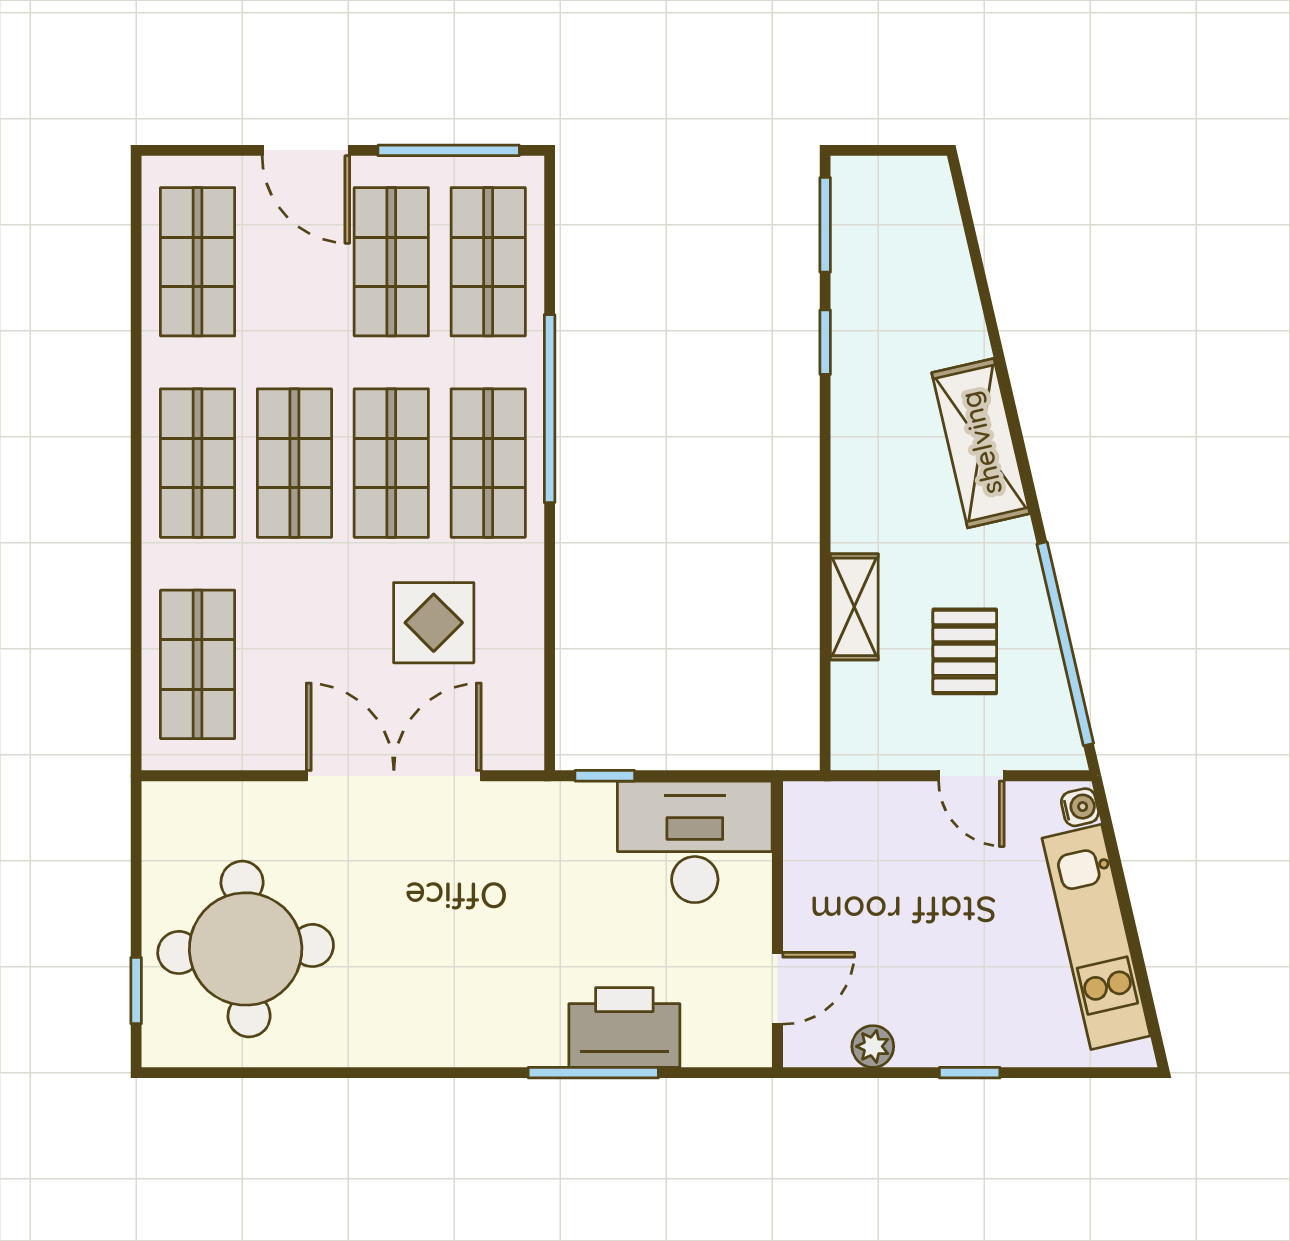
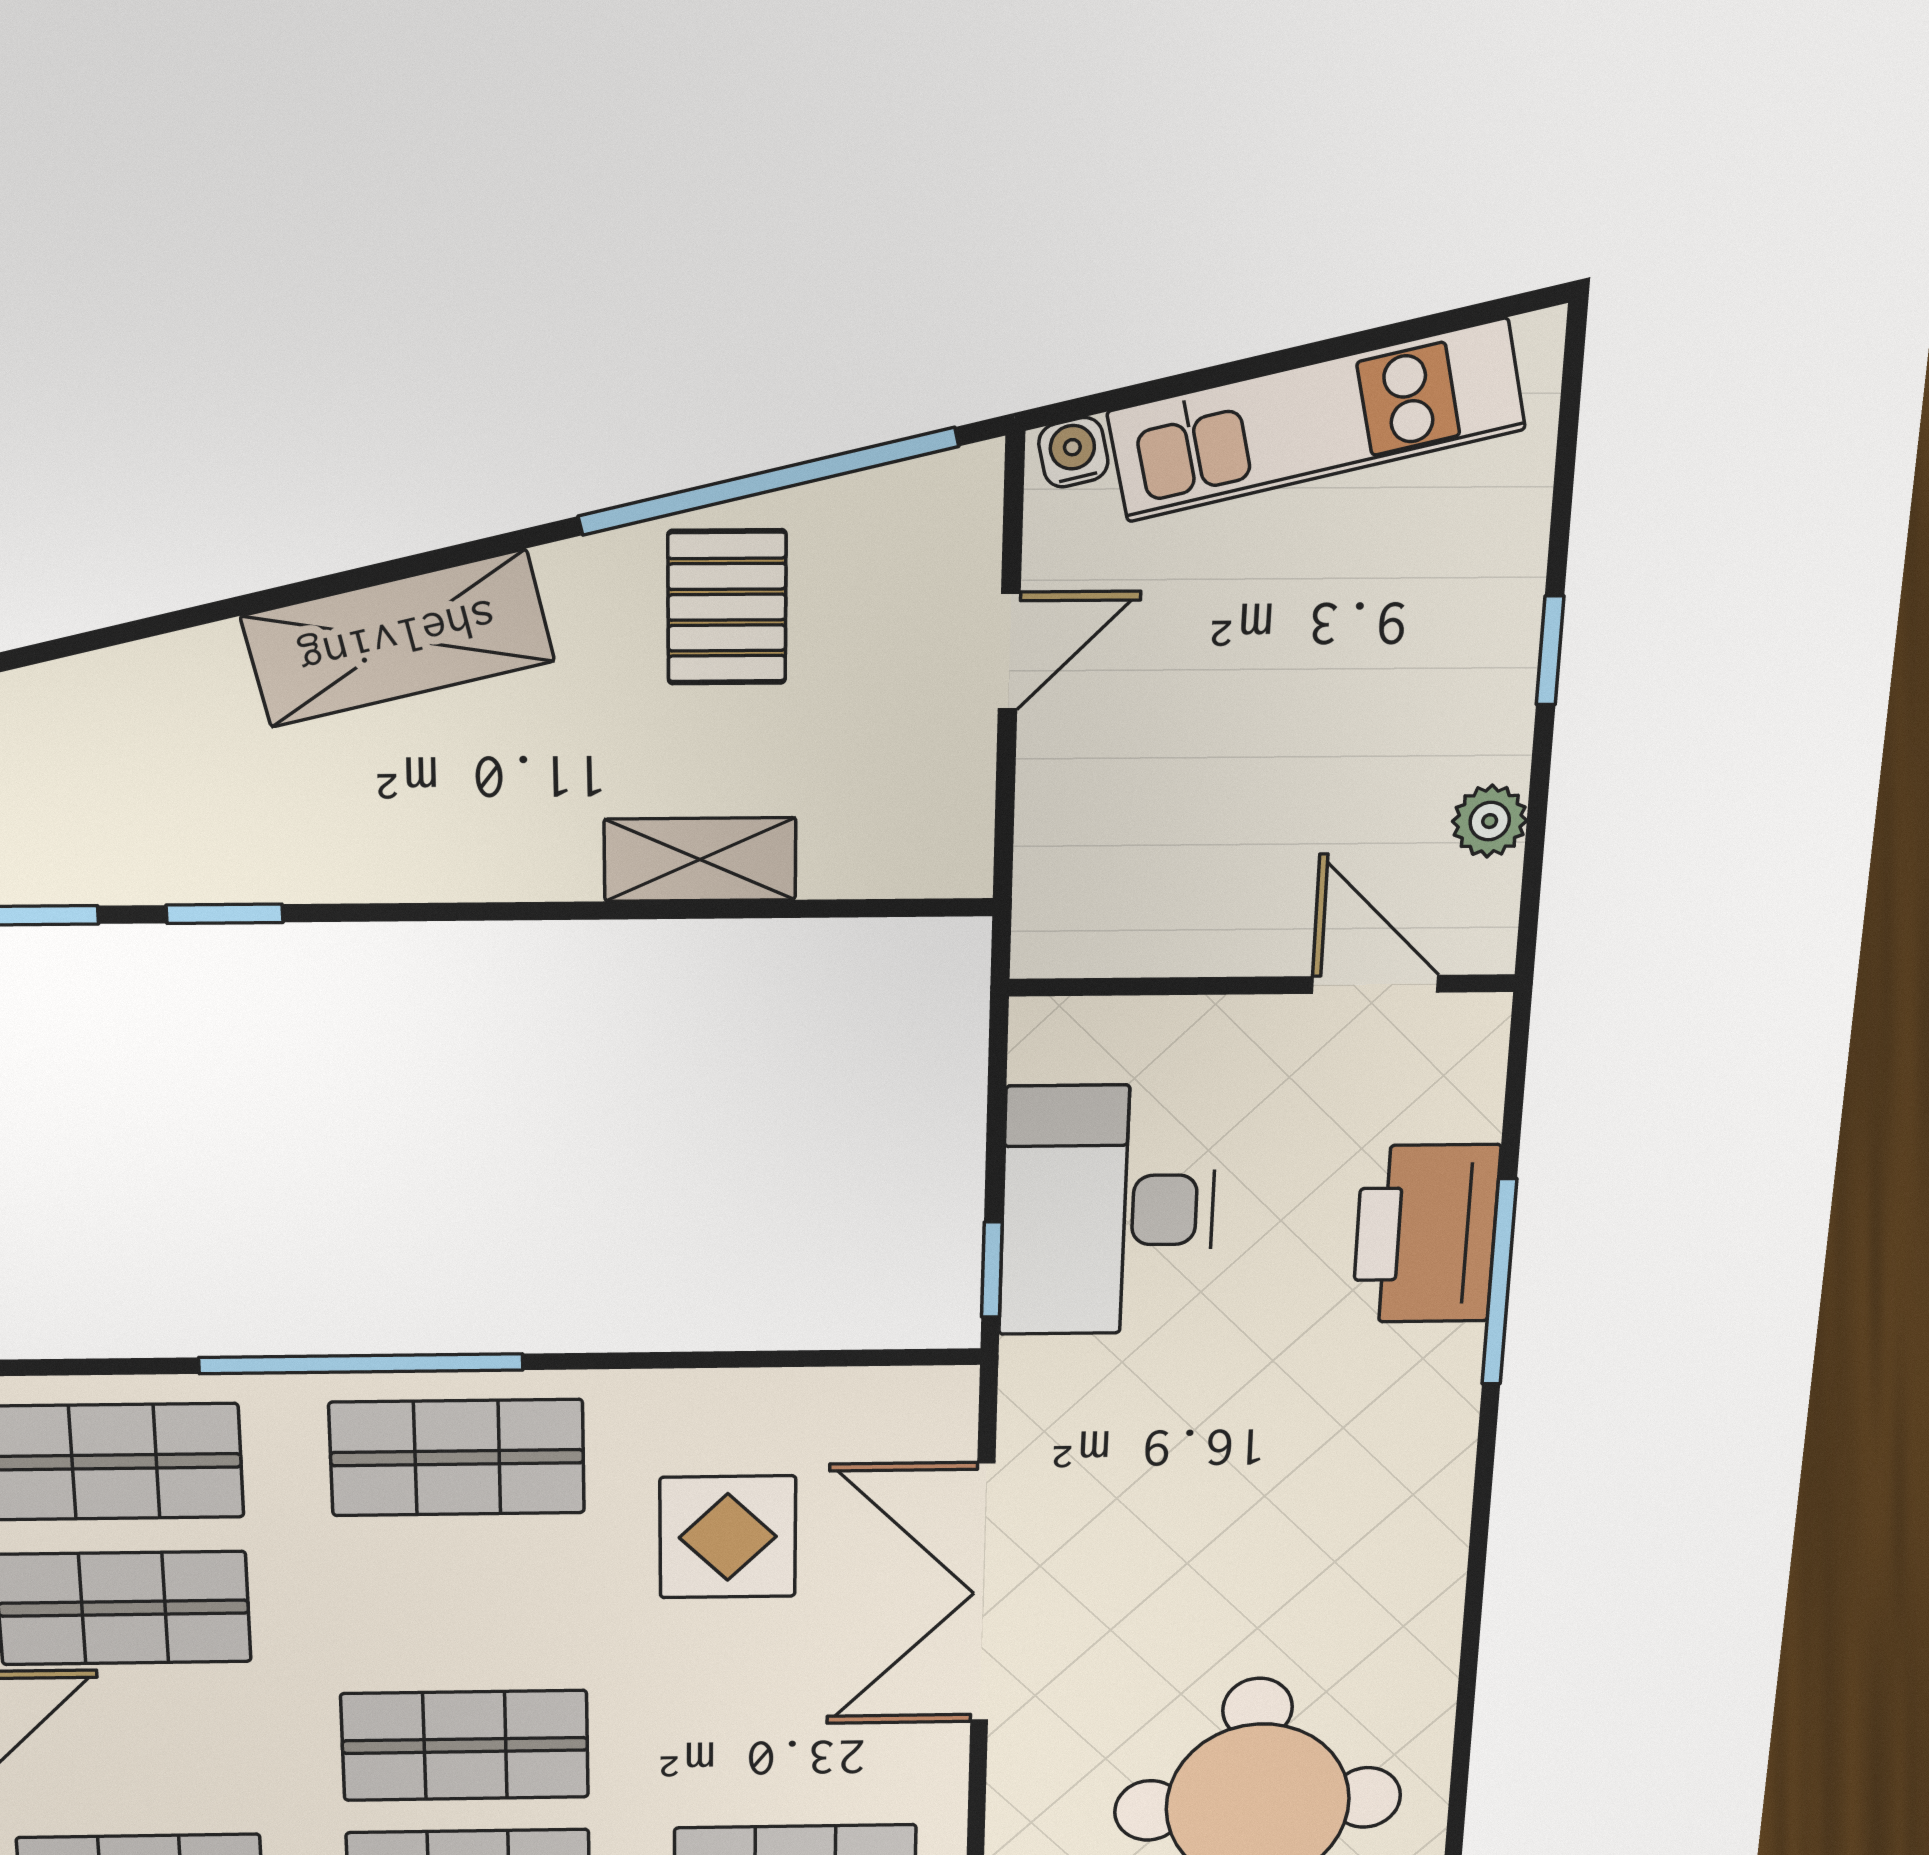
shop shelf: (391, 463) -> (461, 1604), removed
pallet: (965, 651) -> (727, 607), moved, turned 90
desk: (695, 842) -> (1108, 1210), moved

